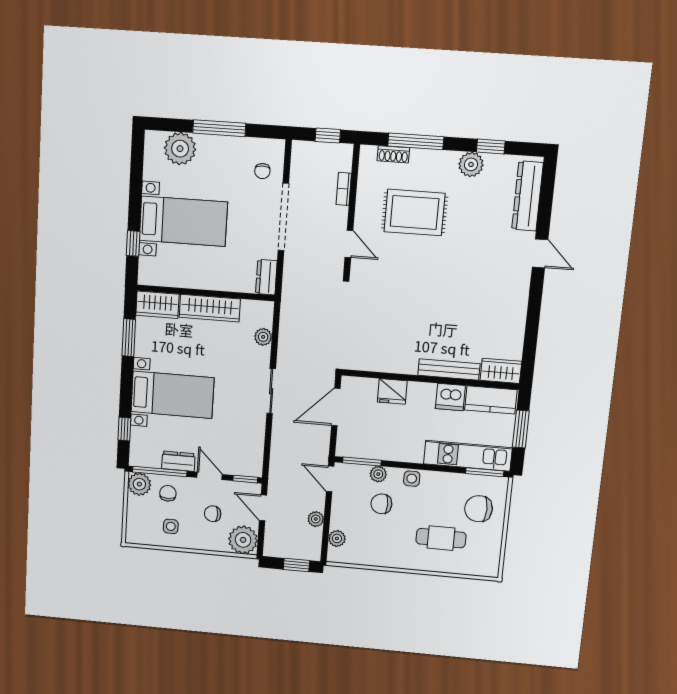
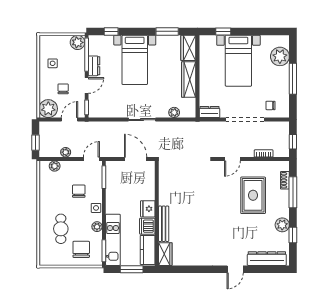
fridge: (392, 391) -> (148, 209), moved
plant: (378, 474) -> (97, 227), moved
chair: (168, 493) -> (73, 60), removed

